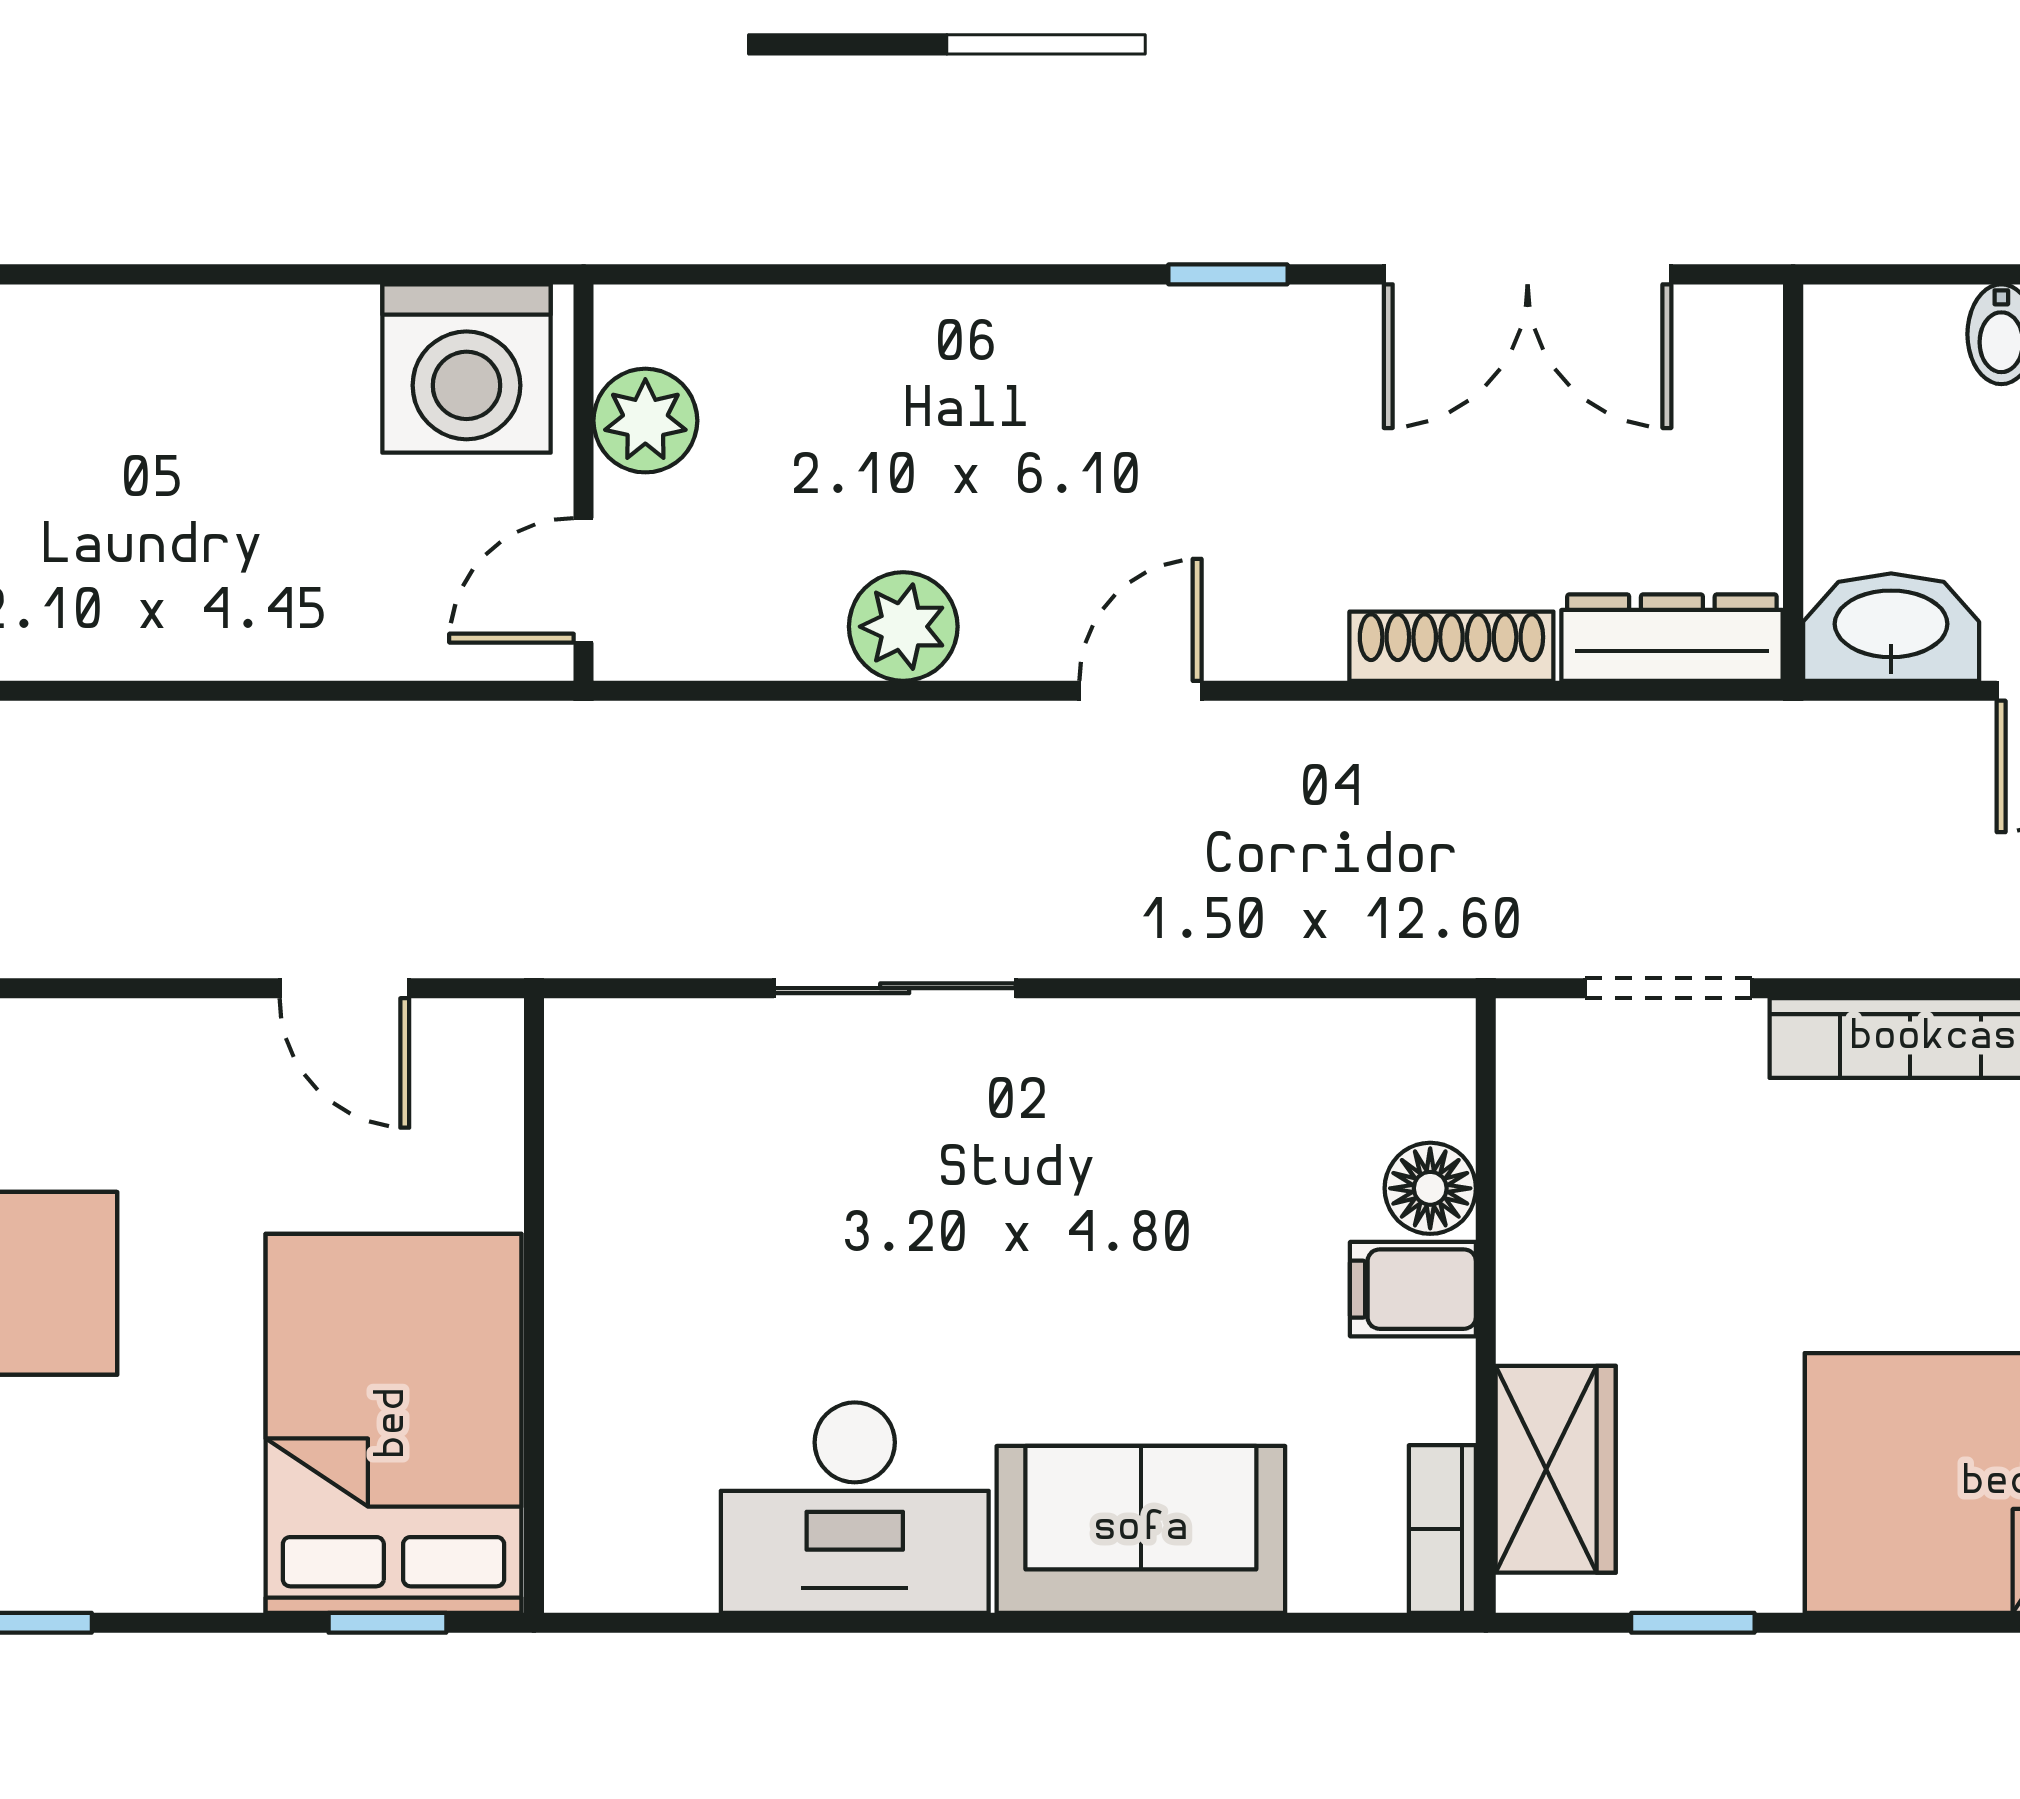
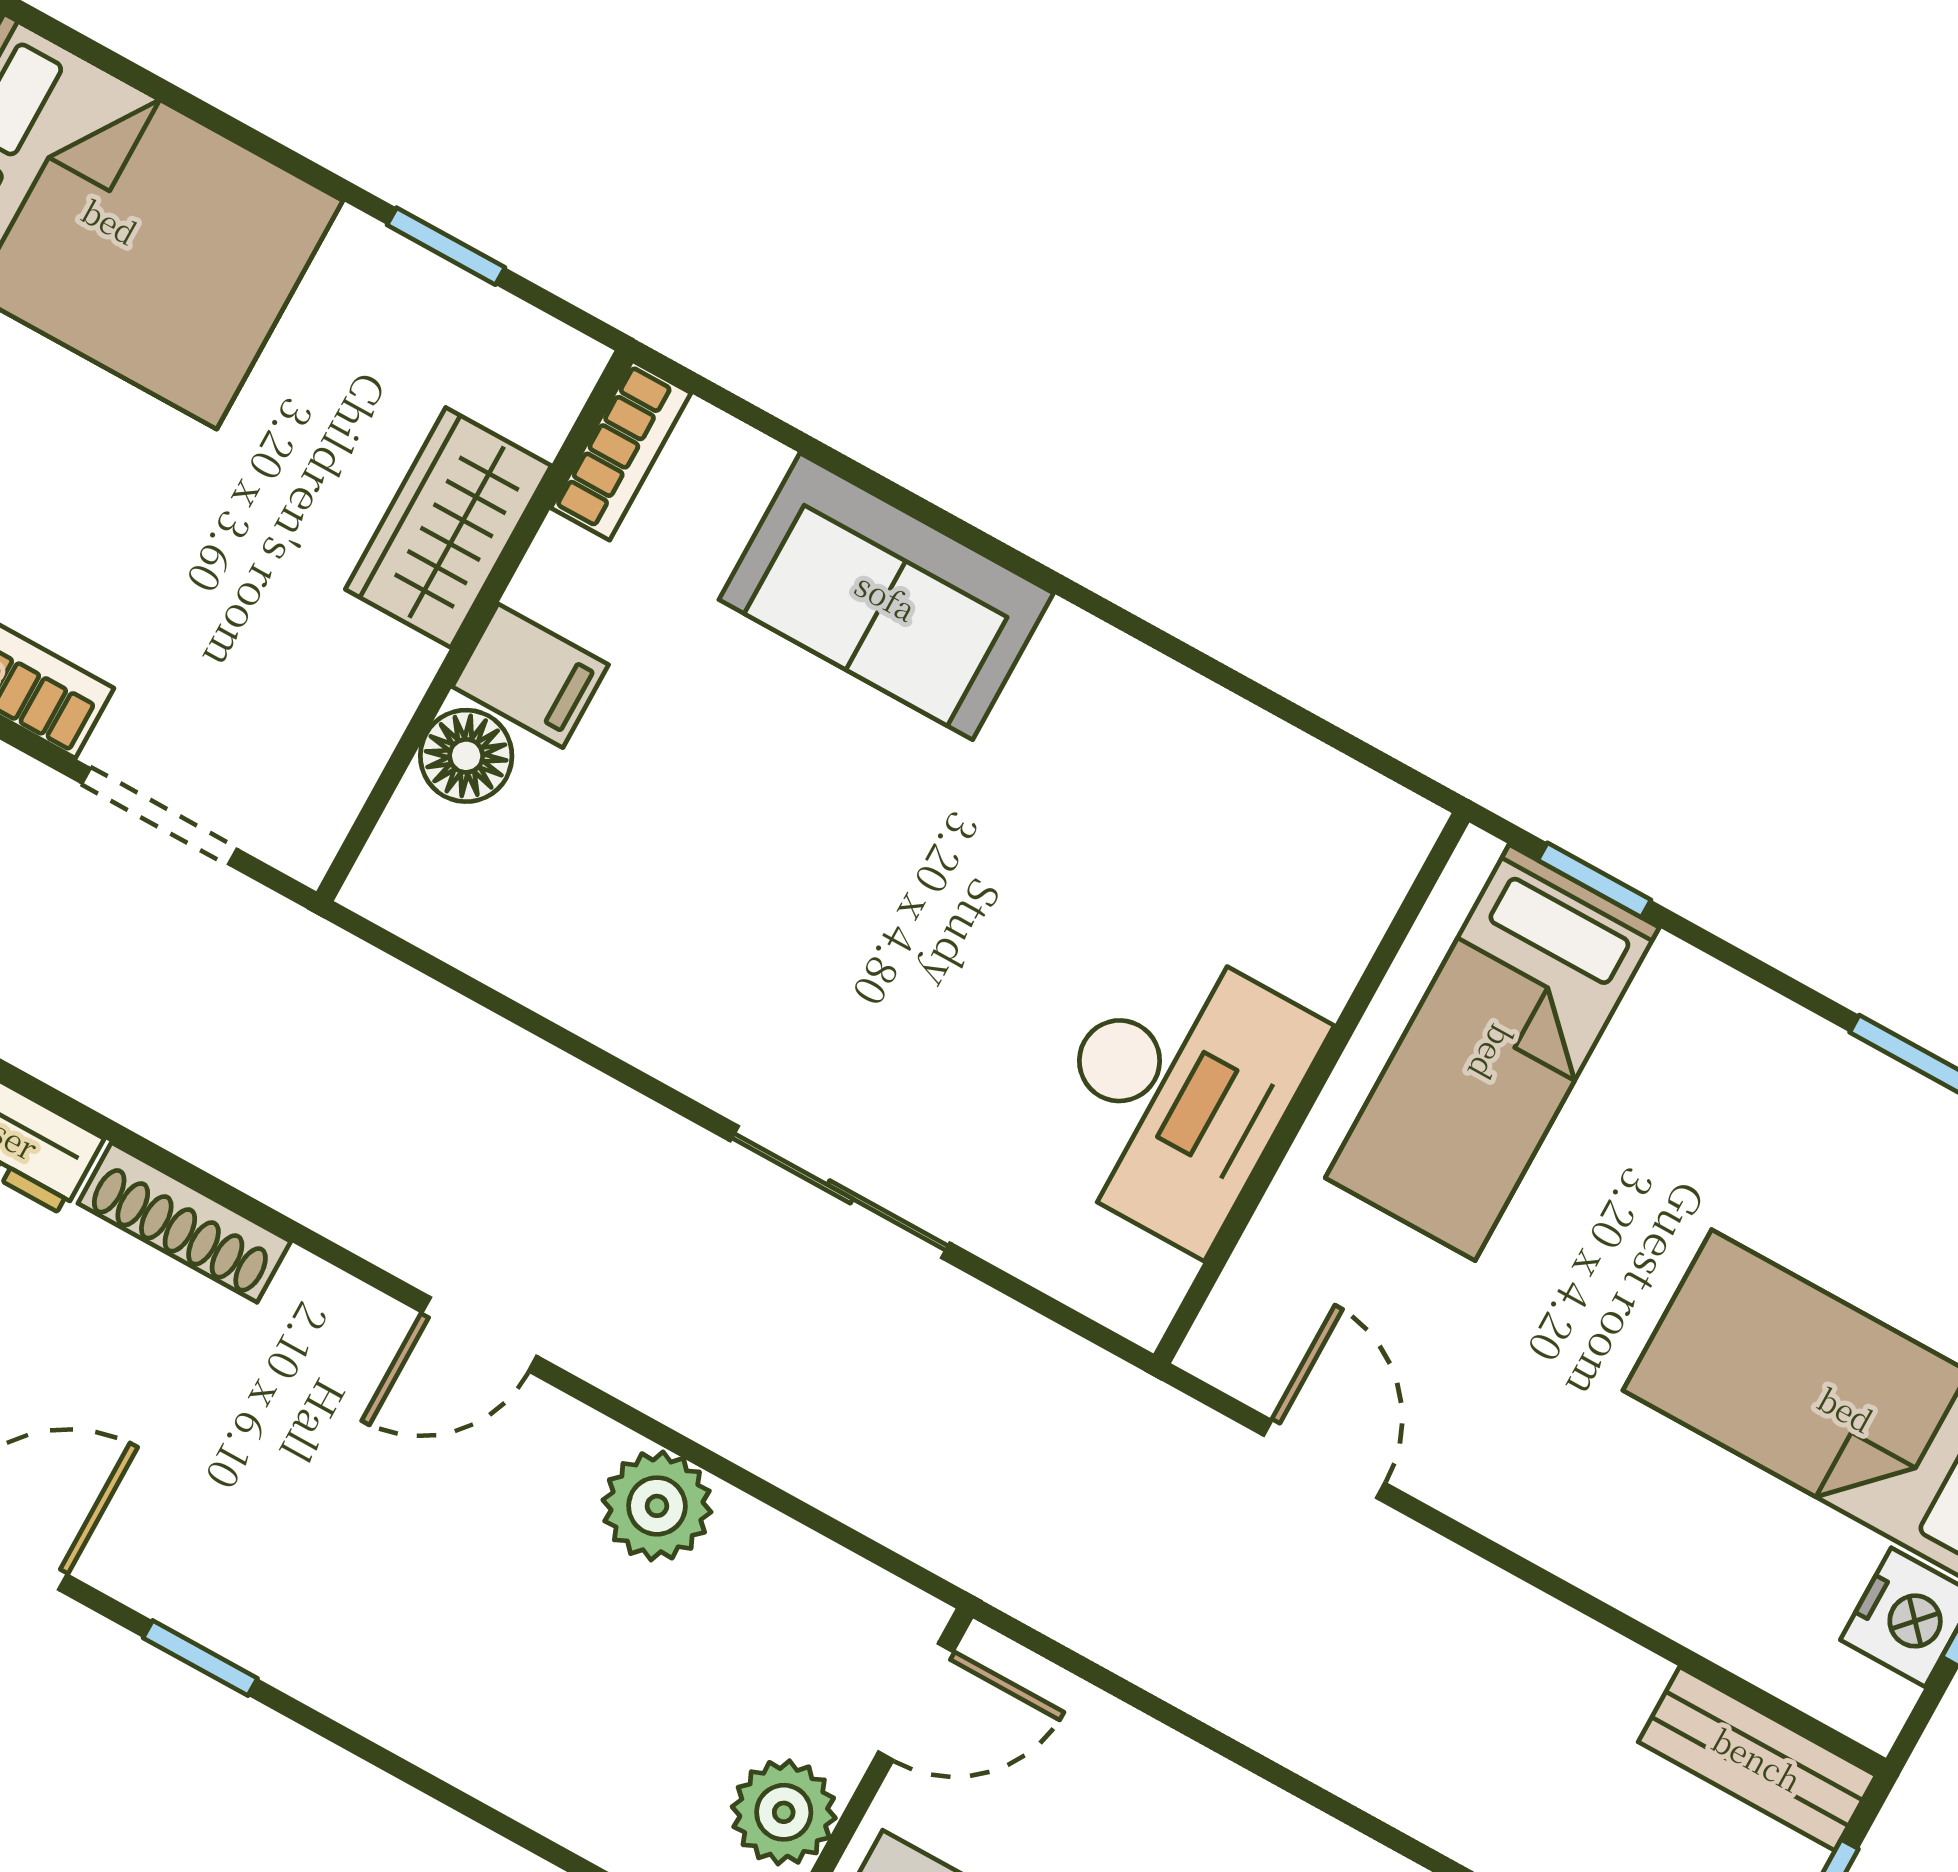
bed: (393, 1423) -> (1492, 1053), width x0.67
wardrobe: (1556, 1469) -> (448, 527), moved
desk: (855, 1508) -> (1177, 1092), moved, turned 90

